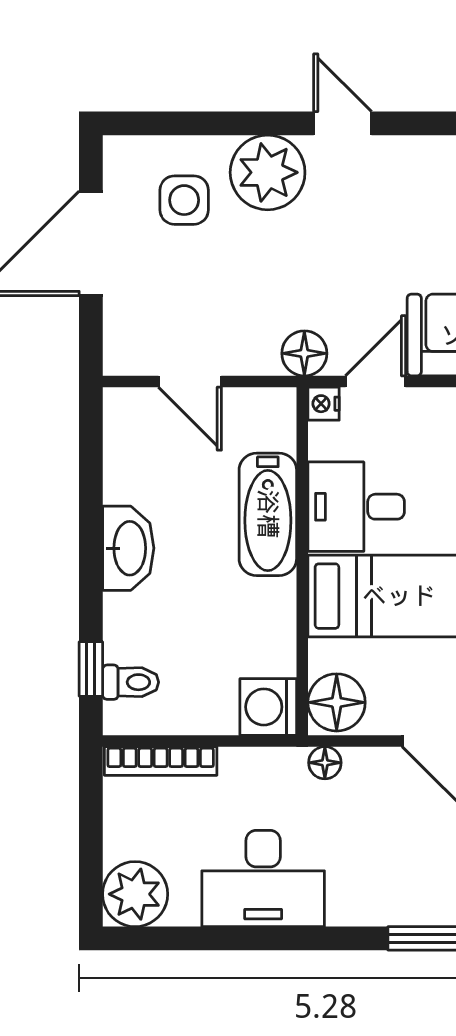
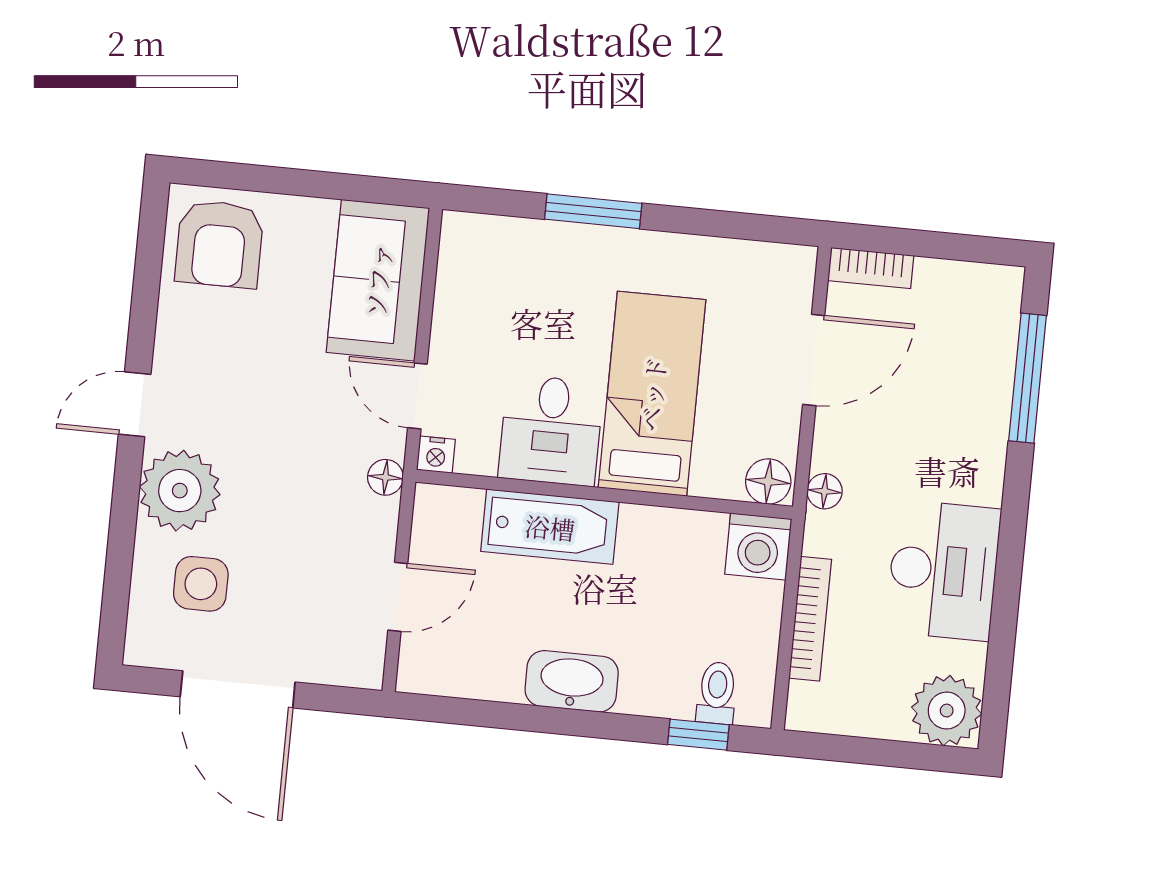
floor lamp: (304, 353) -> (385, 477), width x0.73, depth x0.73
floor lamp: (337, 702) -> (768, 482), width x0.73, depth x0.73
bookcase: (161, 761) -> (810, 619), moved

